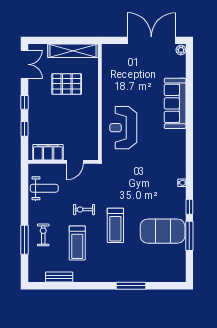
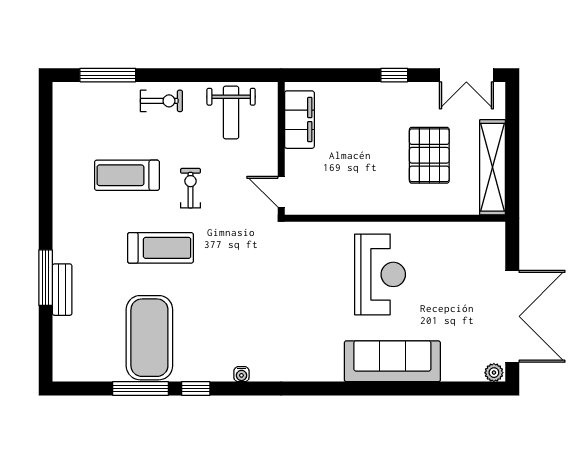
reception desk: (123, 128) -> (380, 274), moved, turned 90
window: (25, 129) -> (344, 75), removed
door: (75, 162) -> (281, 192), moved
treadmill: (115, 225) -> (160, 248), turned 180
exercise bike: (43, 235) -> (161, 101), moved
window: (25, 240) -> (108, 75), moved
bench: (59, 277) -> (62, 290), moved

